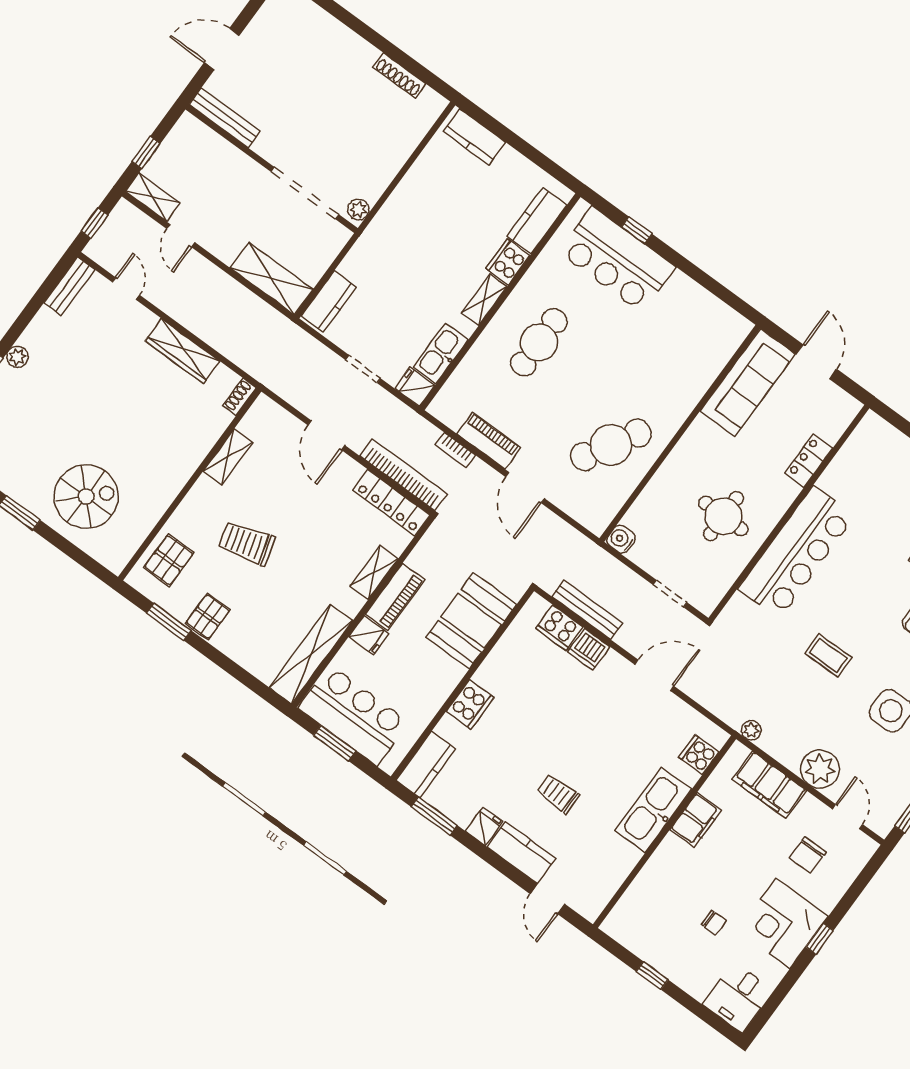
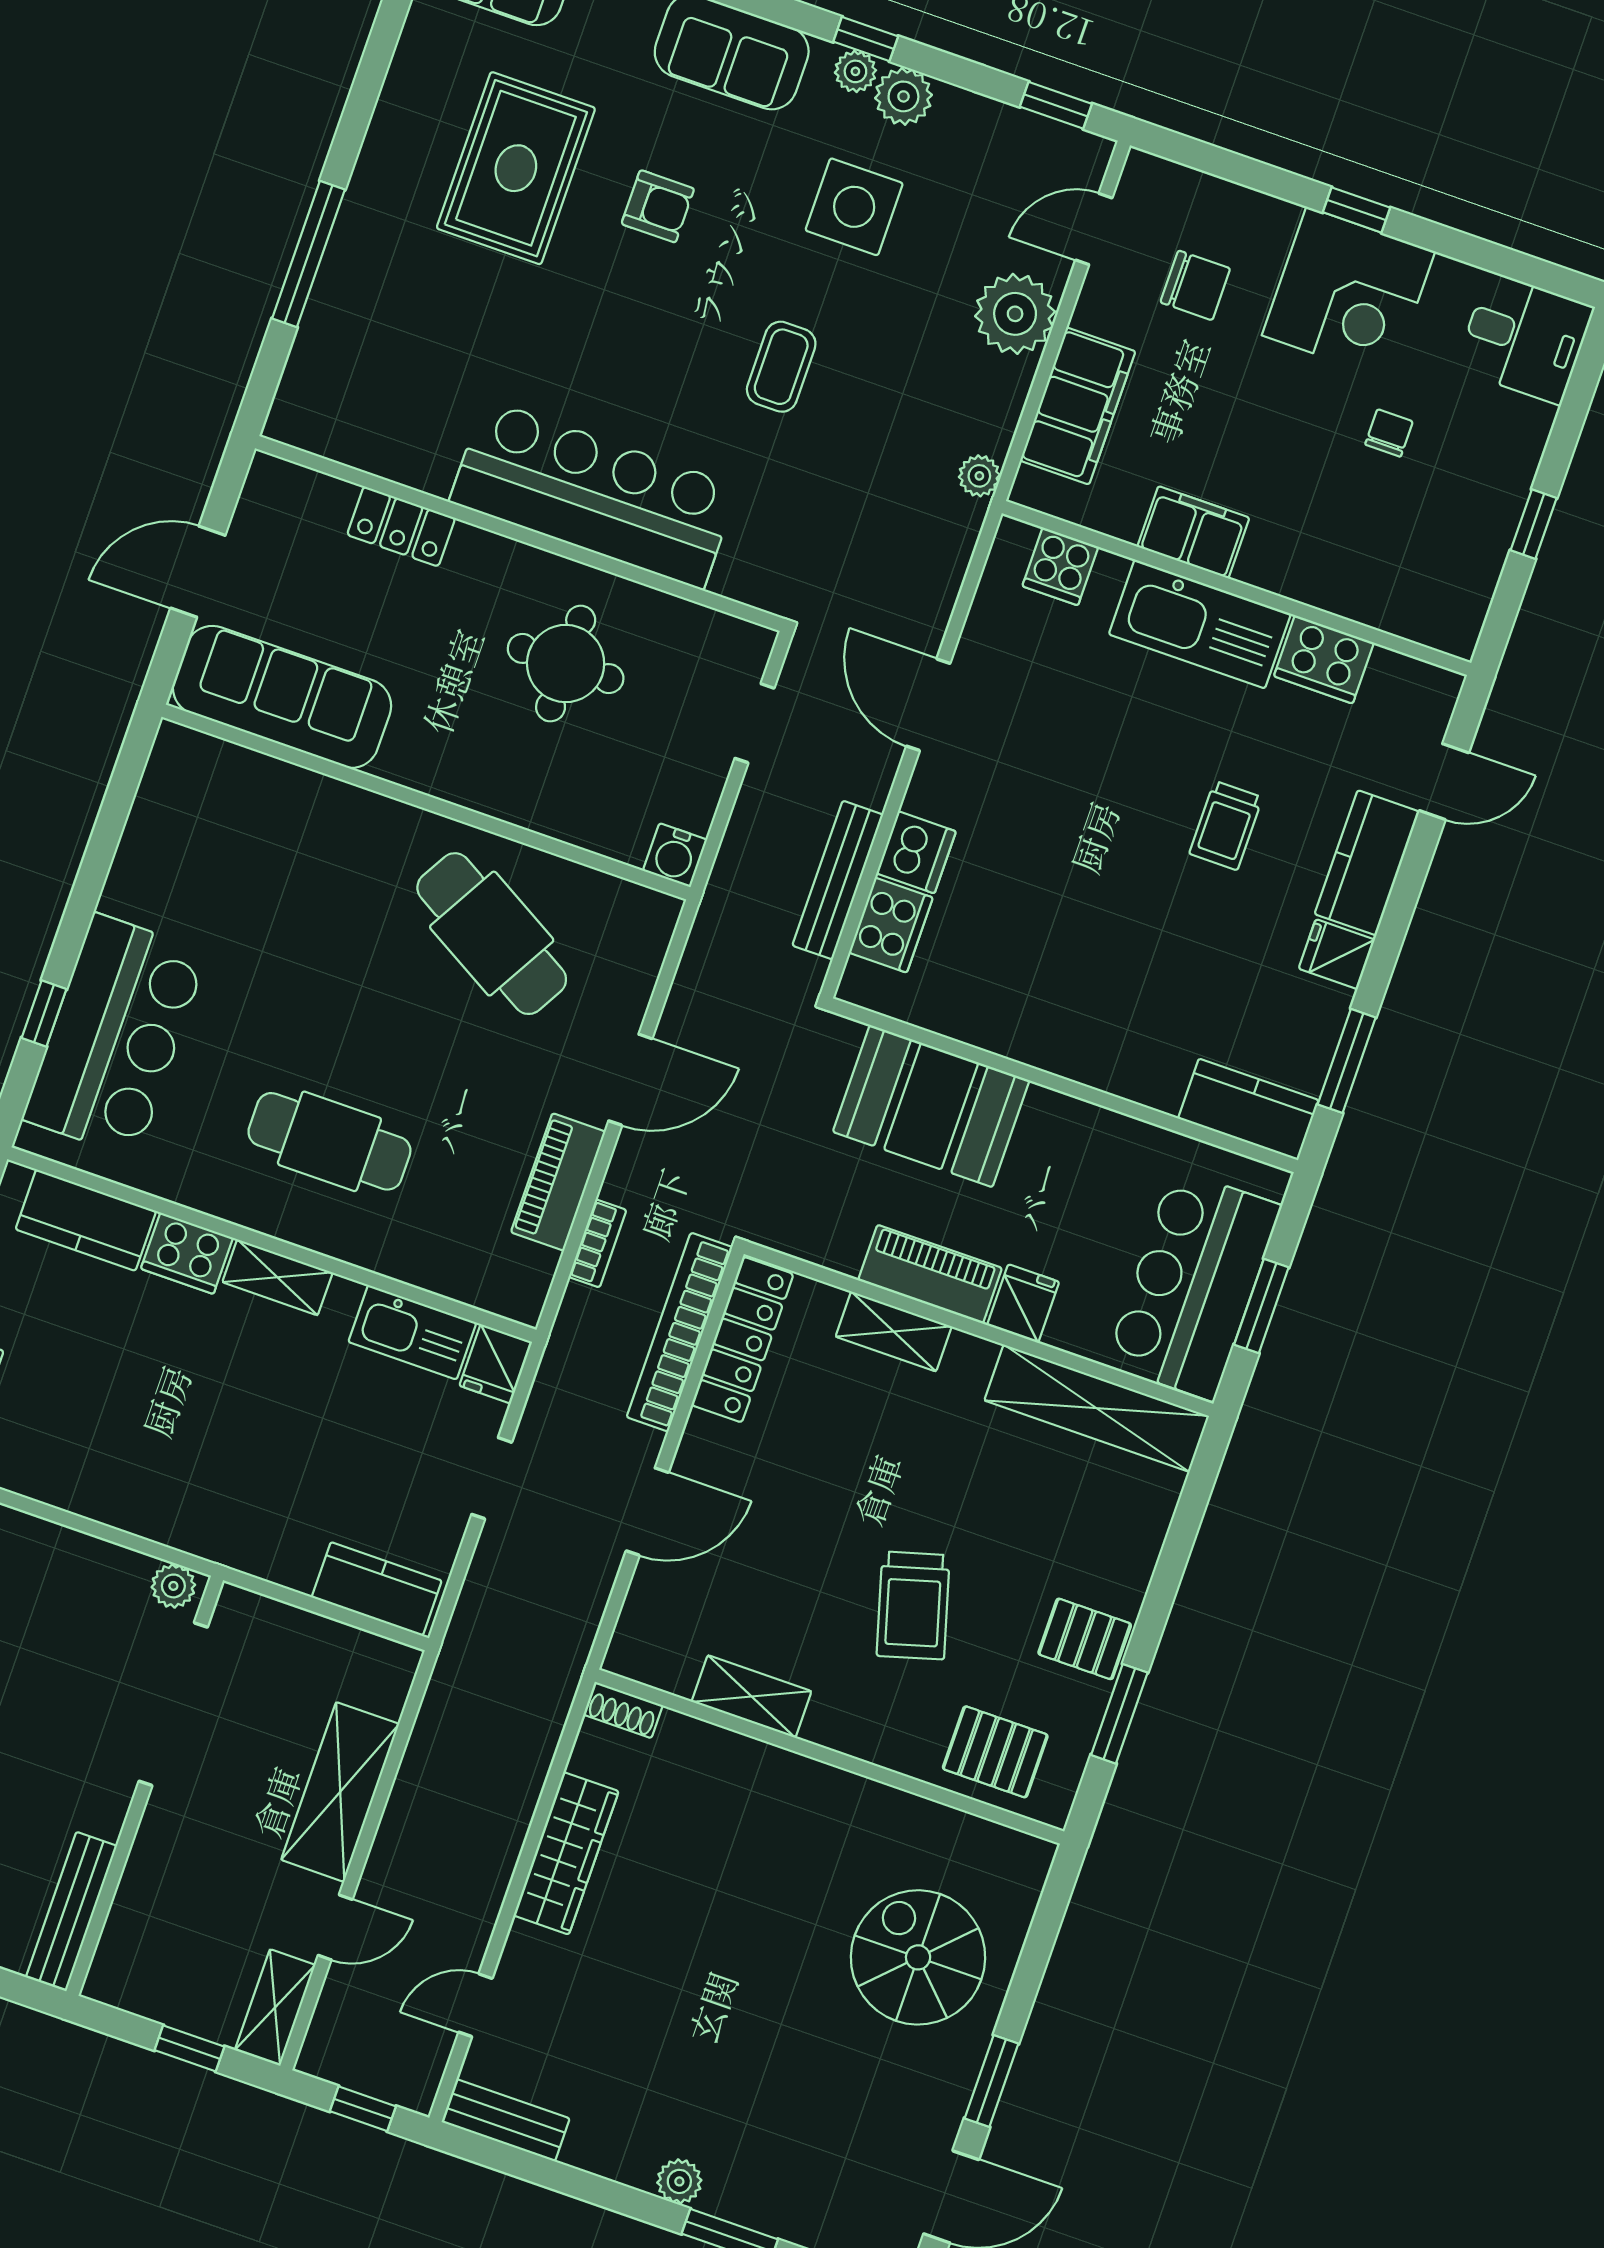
shelving: (272, 279) -> (340, 1792), moved
cooker: (470, 704) -> (1324, 659), moved, turned 180

